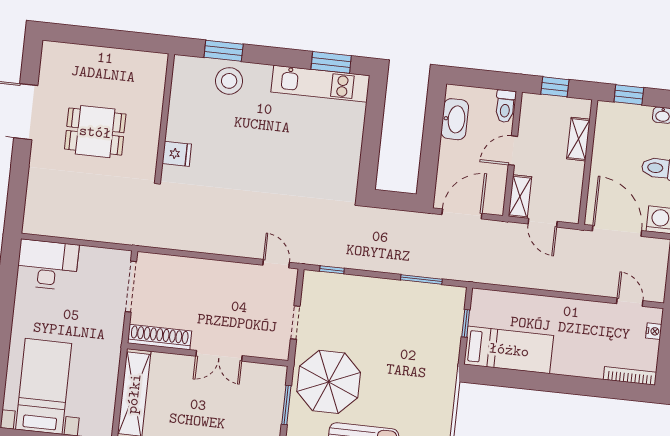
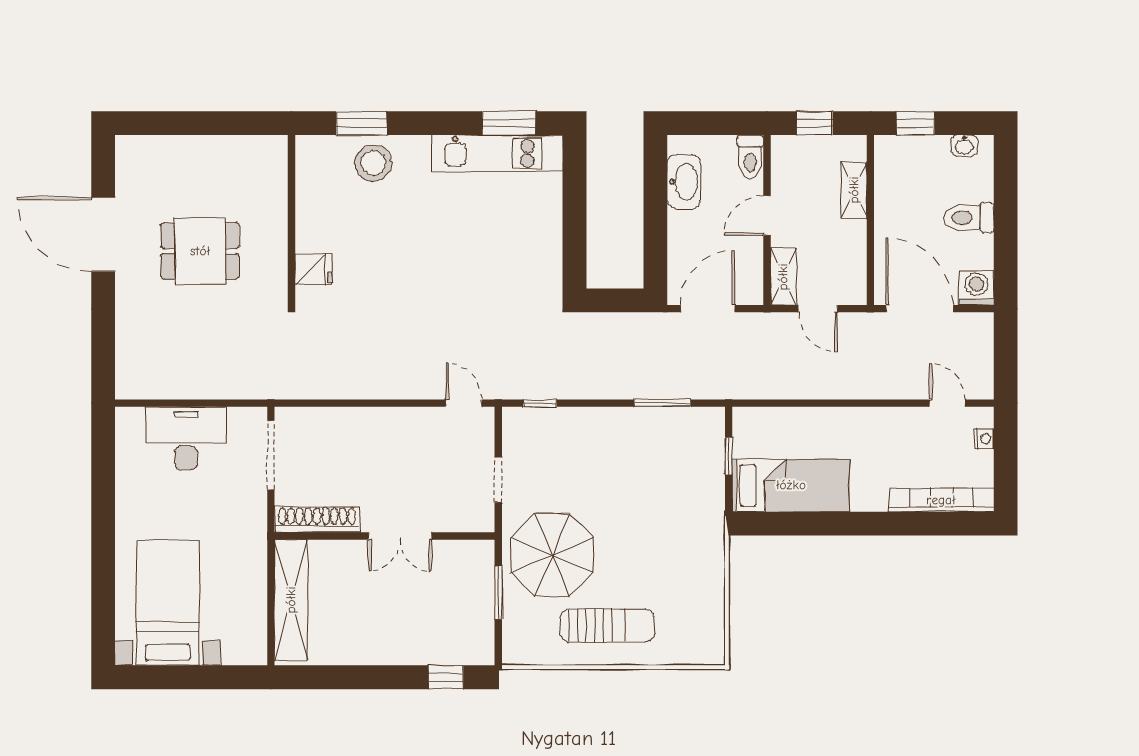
desk: (48, 265) -> (186, 438), moved
bookcase: (630, 376) -> (941, 500), width x1.48, depth x1.31

